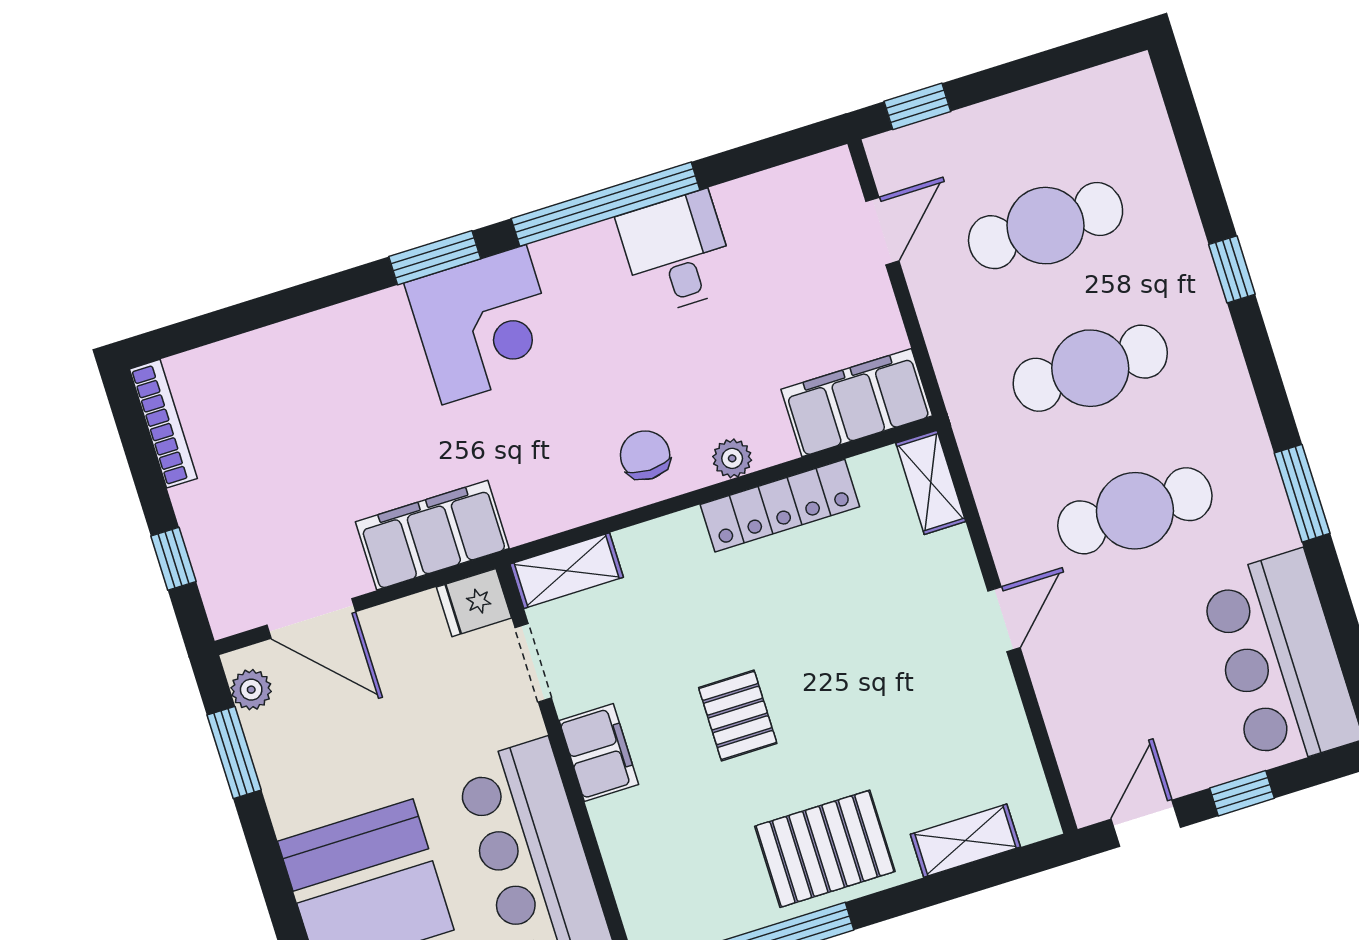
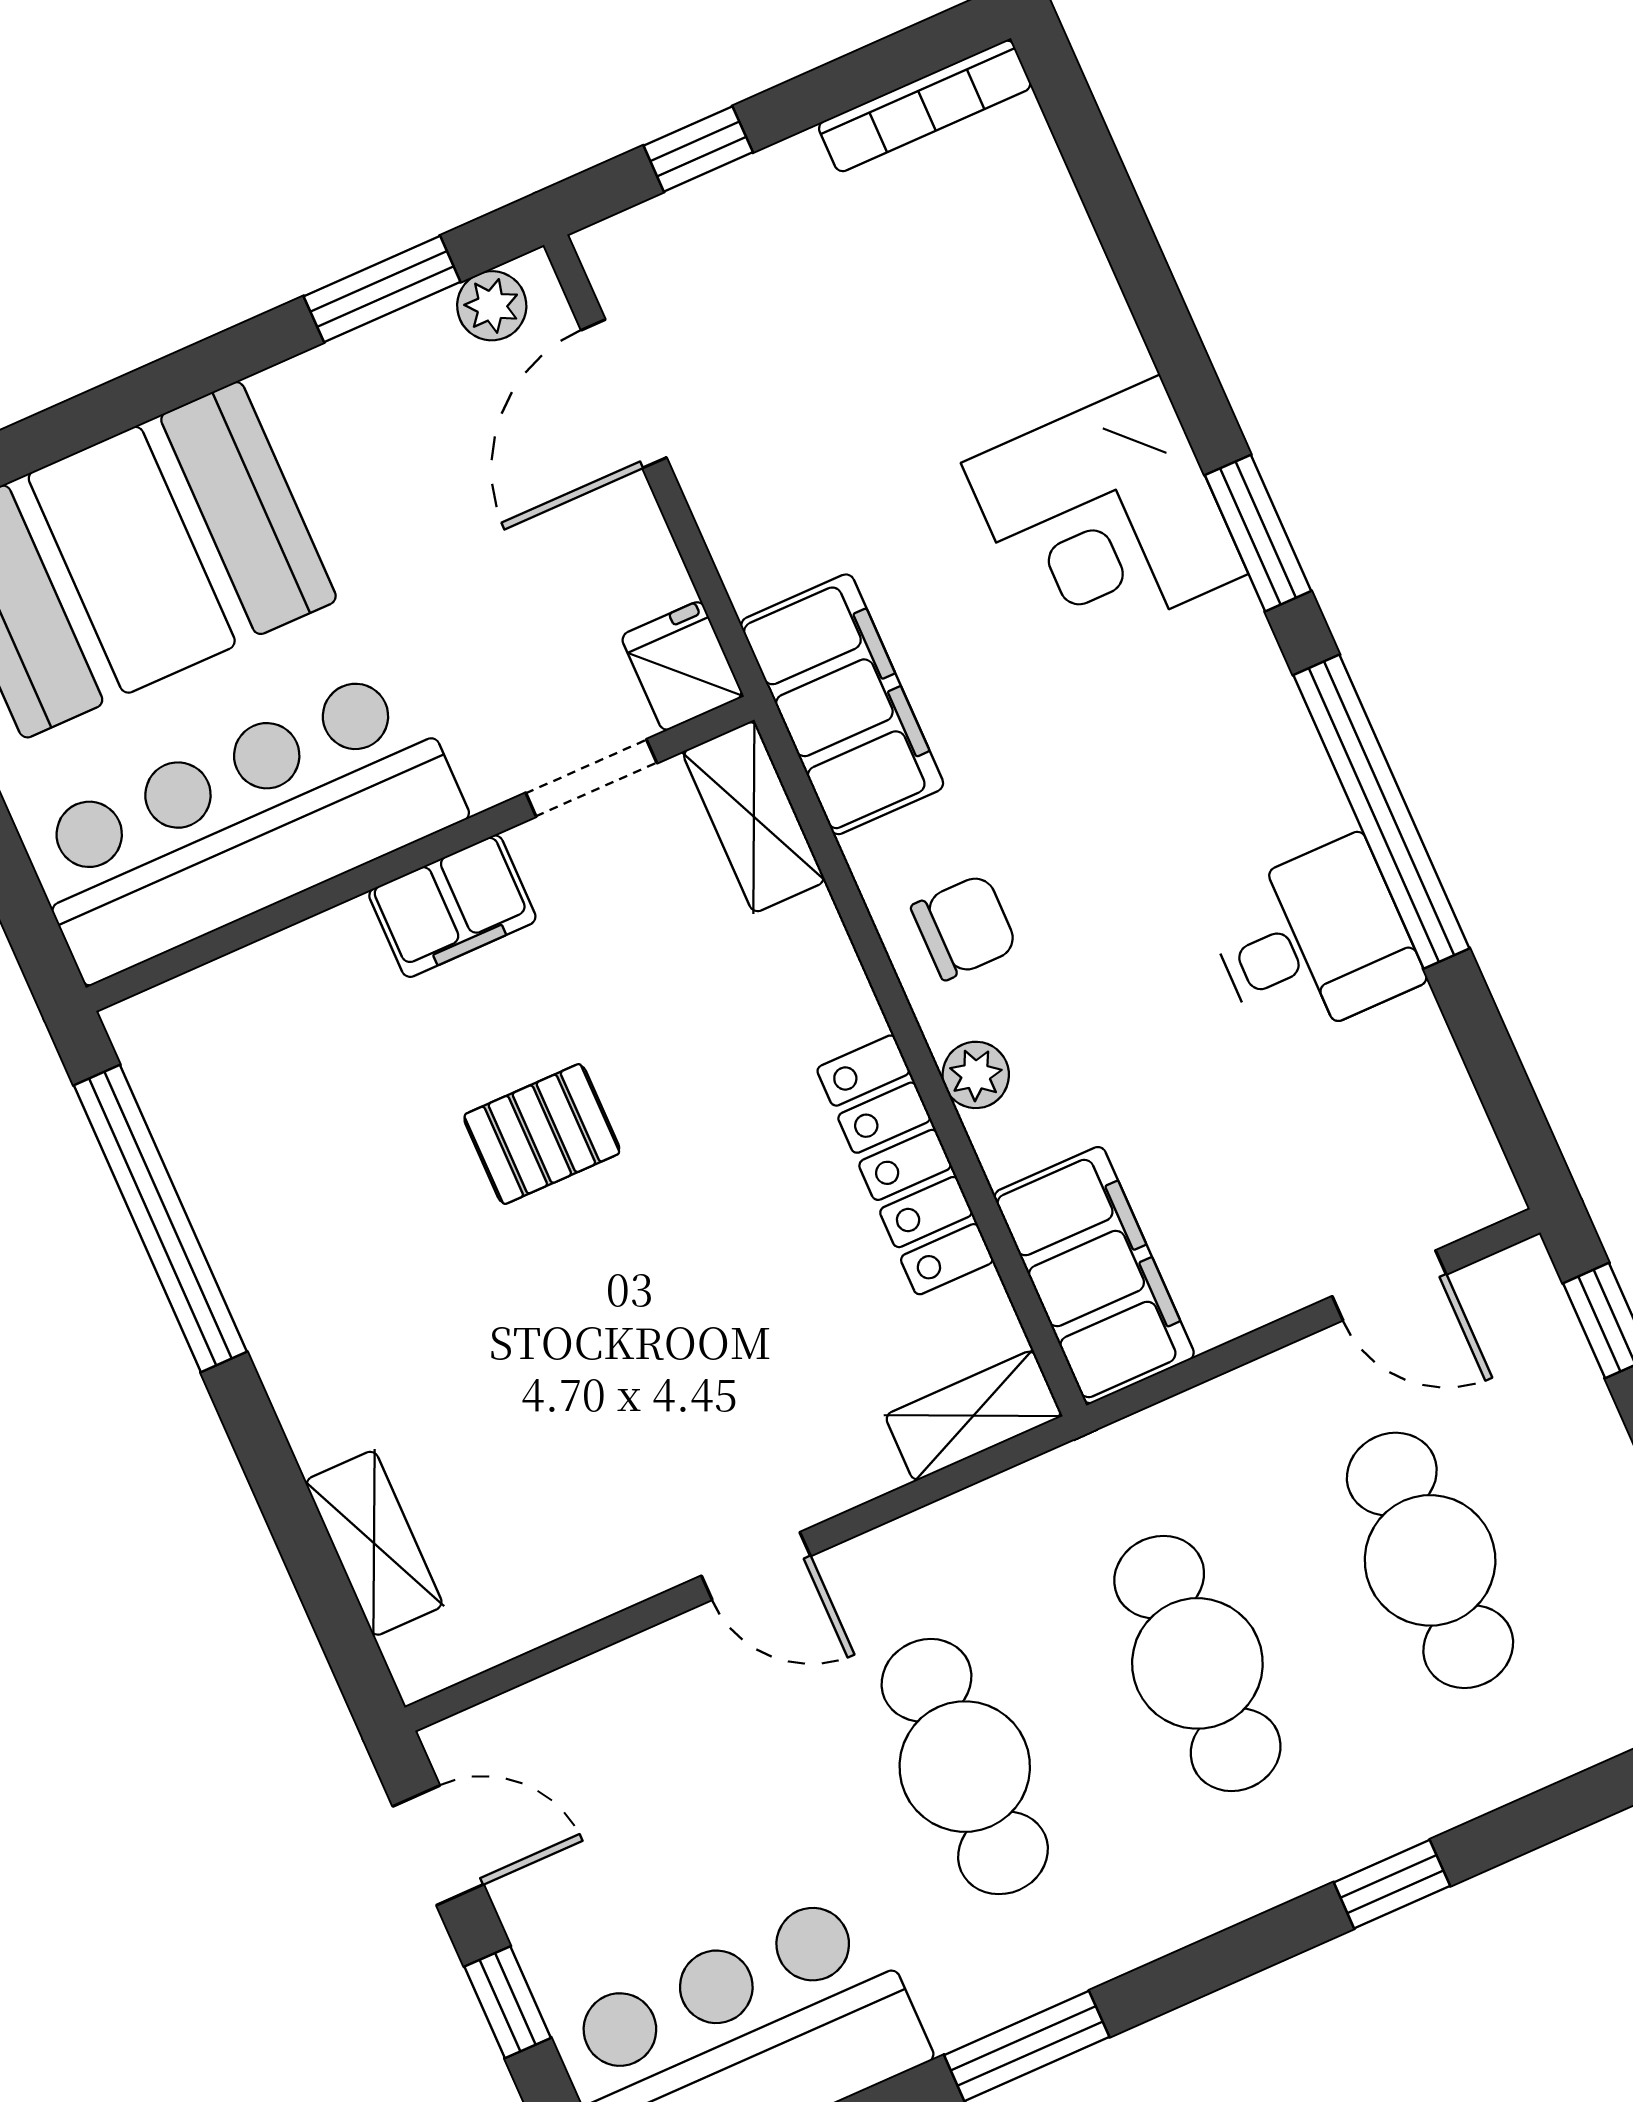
corner desk: (484, 325) -> (1105, 518), moved
filing cabinet: (432, 535) -> (842, 704), moved
pallet: (825, 849) -> (333, 1307), removed

